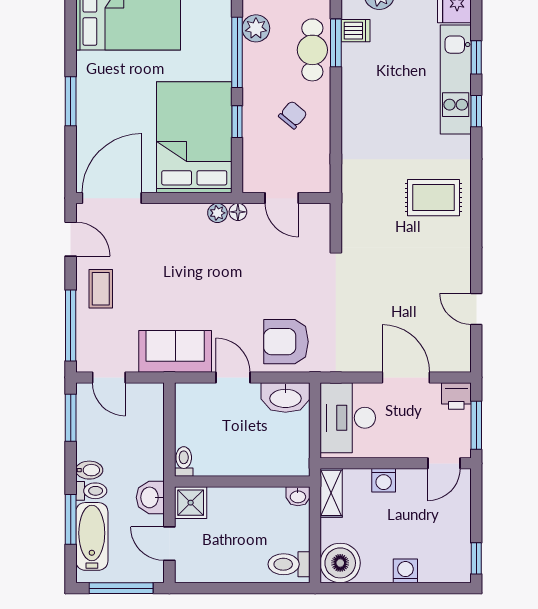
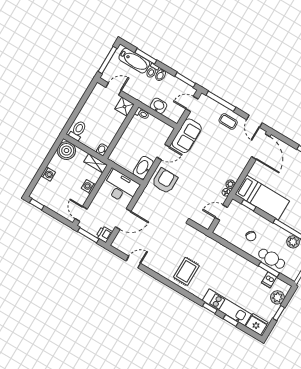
window: (237, 122) -> (249, 205), moved
bed: (194, 137) -> (262, 198), width x0.67
door: (71, 239) -> (254, 121), hinge flipped
washbasin: (150, 497) -> (158, 106), moved

